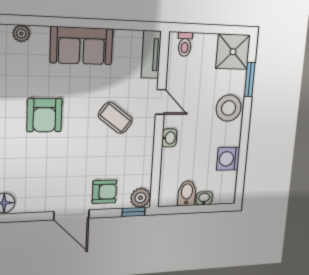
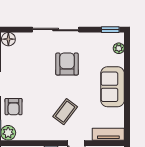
armchair: (44, 115) -> (67, 64), turned 90

